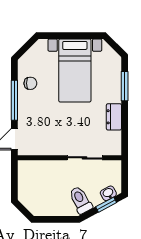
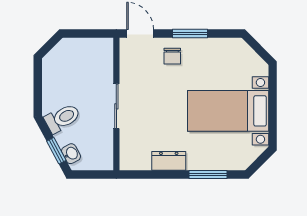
chair: (30, 83) -> (172, 56), moved
window: (14, 100) -> (190, 34), width x0.69
sliding door: (85, 158) -> (116, 106), moved

